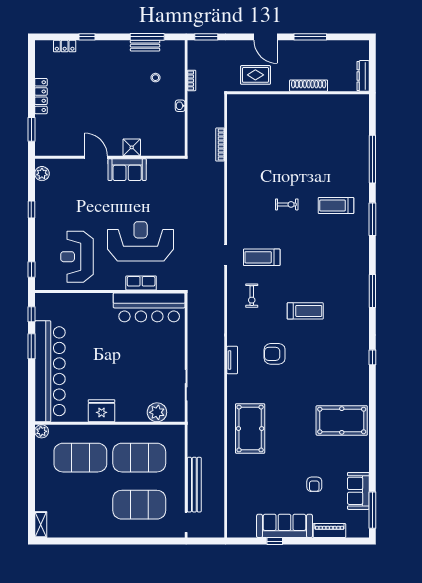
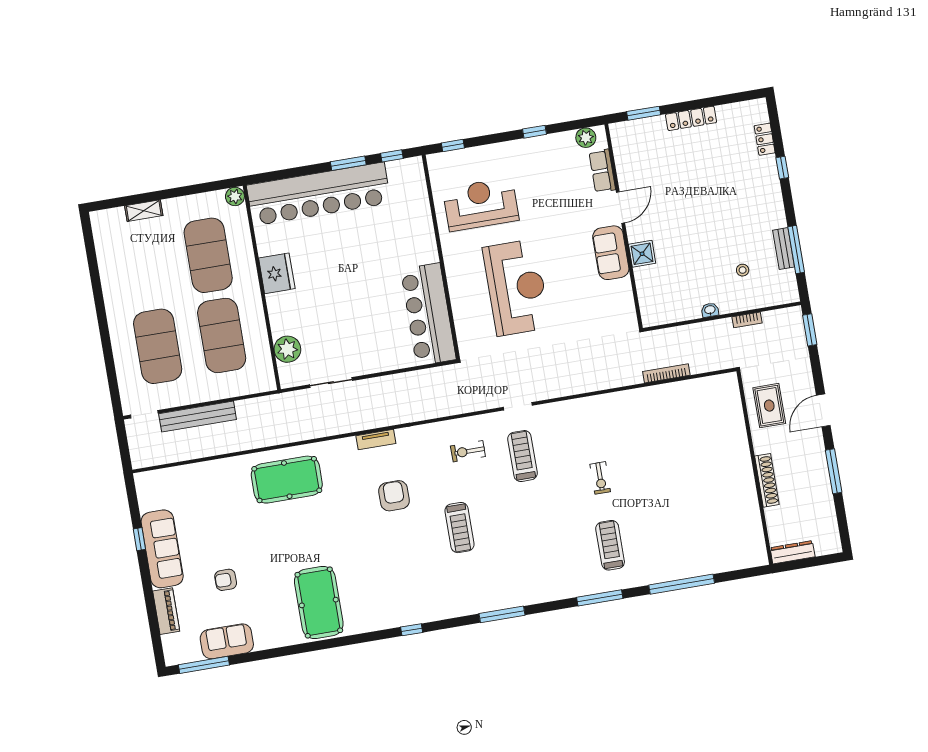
row of seats: (141, 283) -> (602, 171), moved, turned 180
shelving: (41, 525) -> (144, 211), moved

